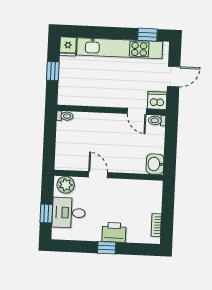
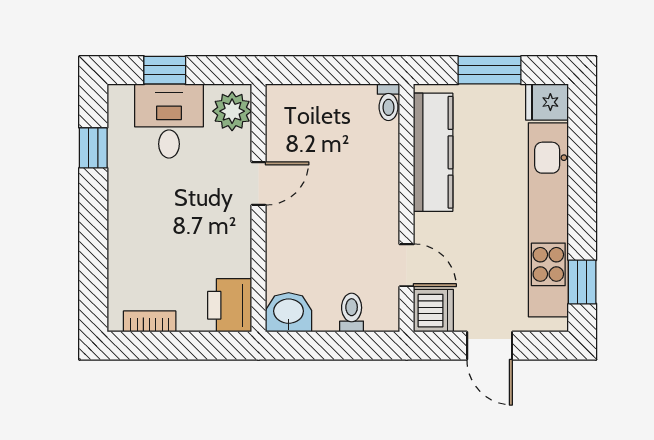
window: (53, 71) -> (490, 70), width x1.50
kitchen counter: (88, 97) -> (433, 152), added
door: (137, 111) -> (407, 265), swing flipped
toilet: (157, 121) -> (352, 313), moved
printer: (114, 232) -> (230, 305), moved, turned 180
window: (107, 248) -> (93, 148), moved

